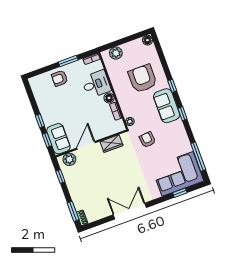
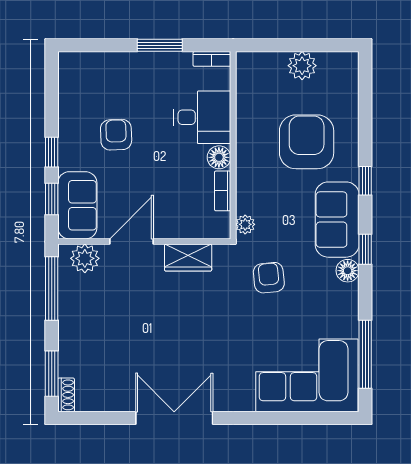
floor lamp: (147, 40) -> (348, 271), moved
plant: (116, 53) -> (302, 66), moved
armchair: (60, 78) -> (116, 135), moved, turned 88
window: (60, 177) -> (52, 288), width x2.17
window: (180, 193) -> (297, 418), removed

